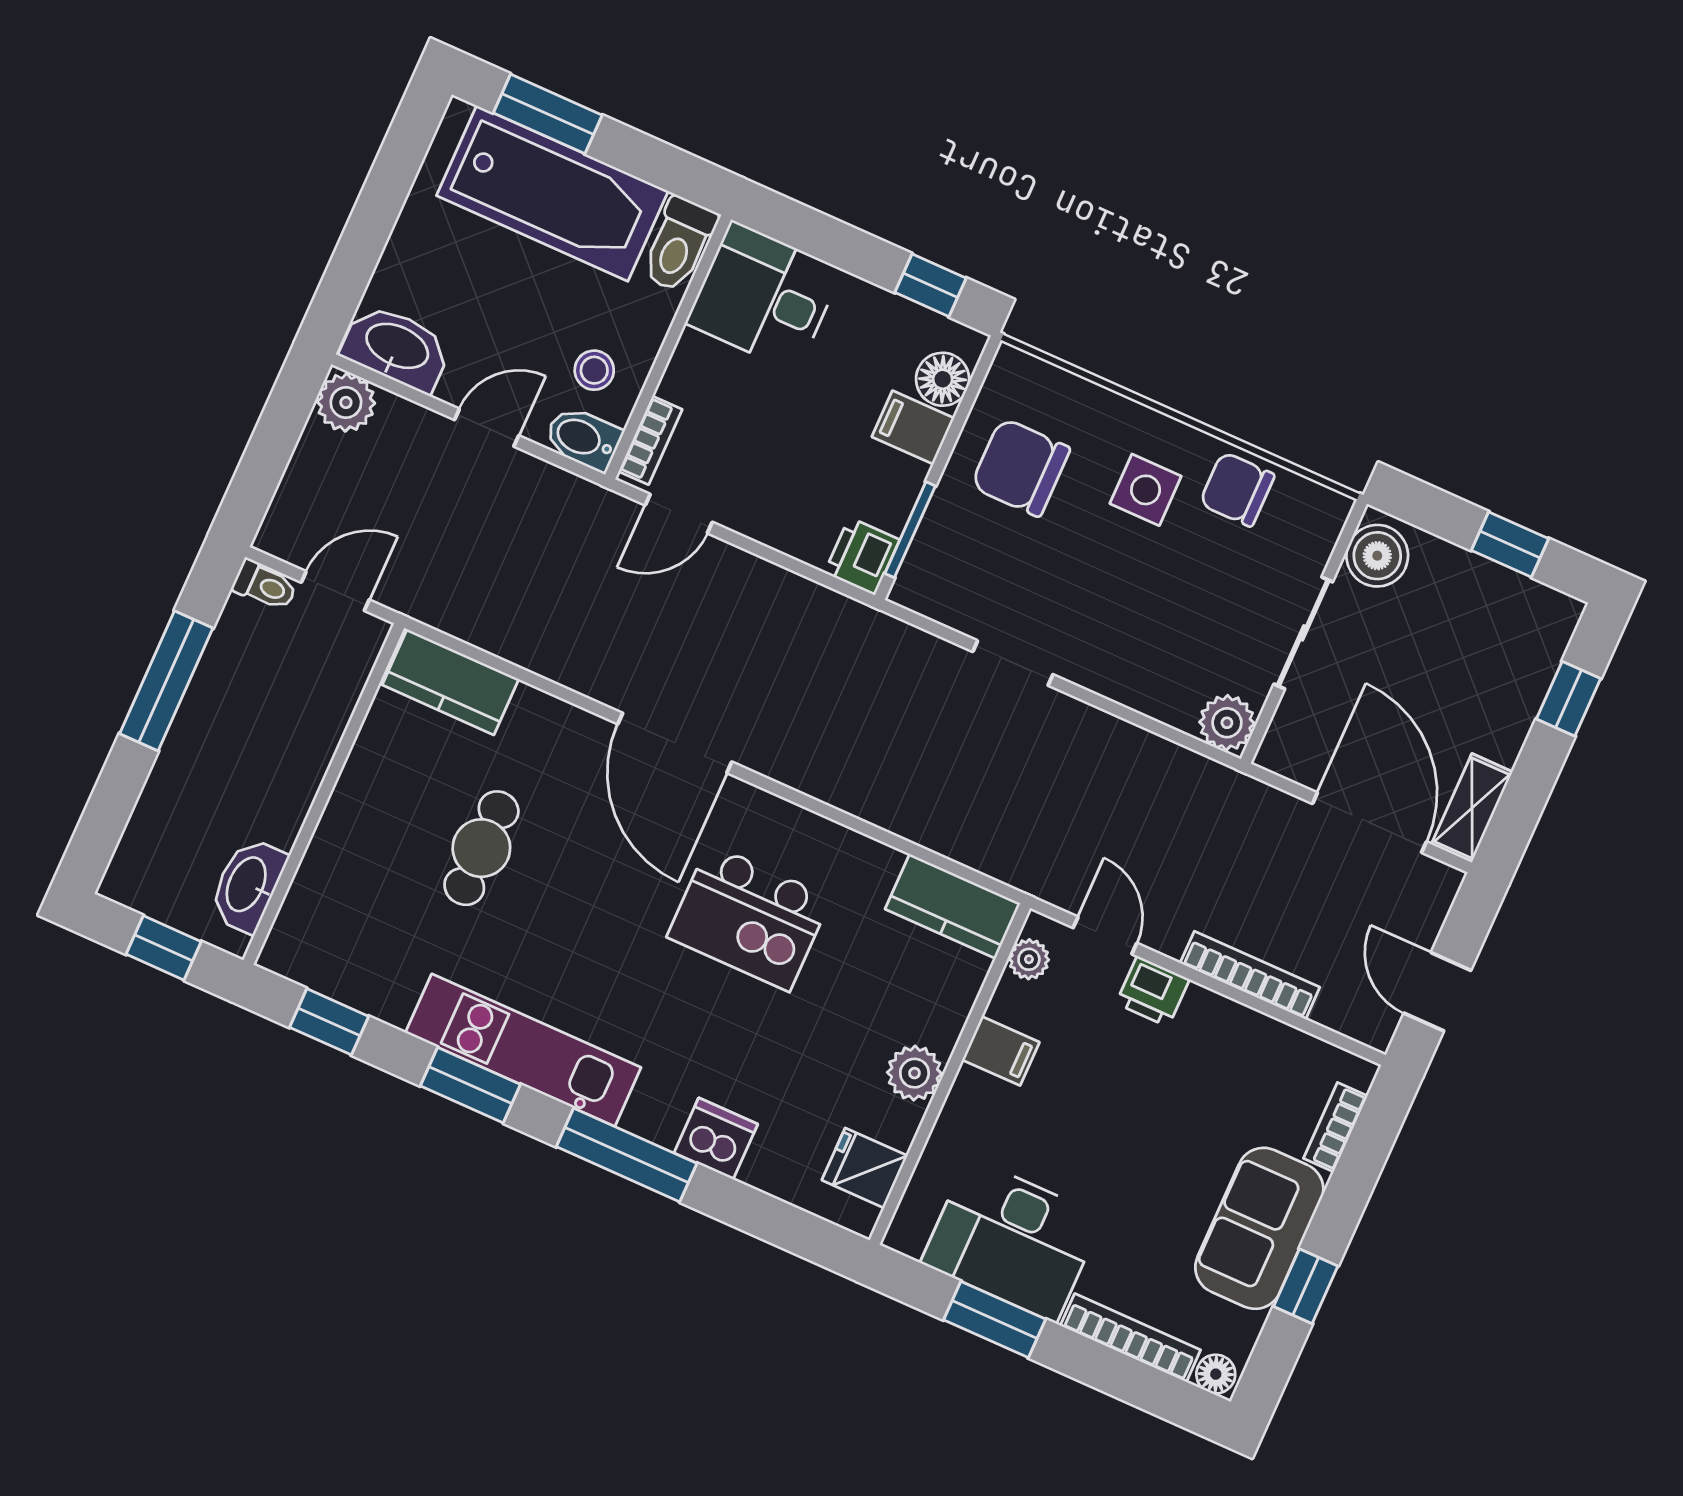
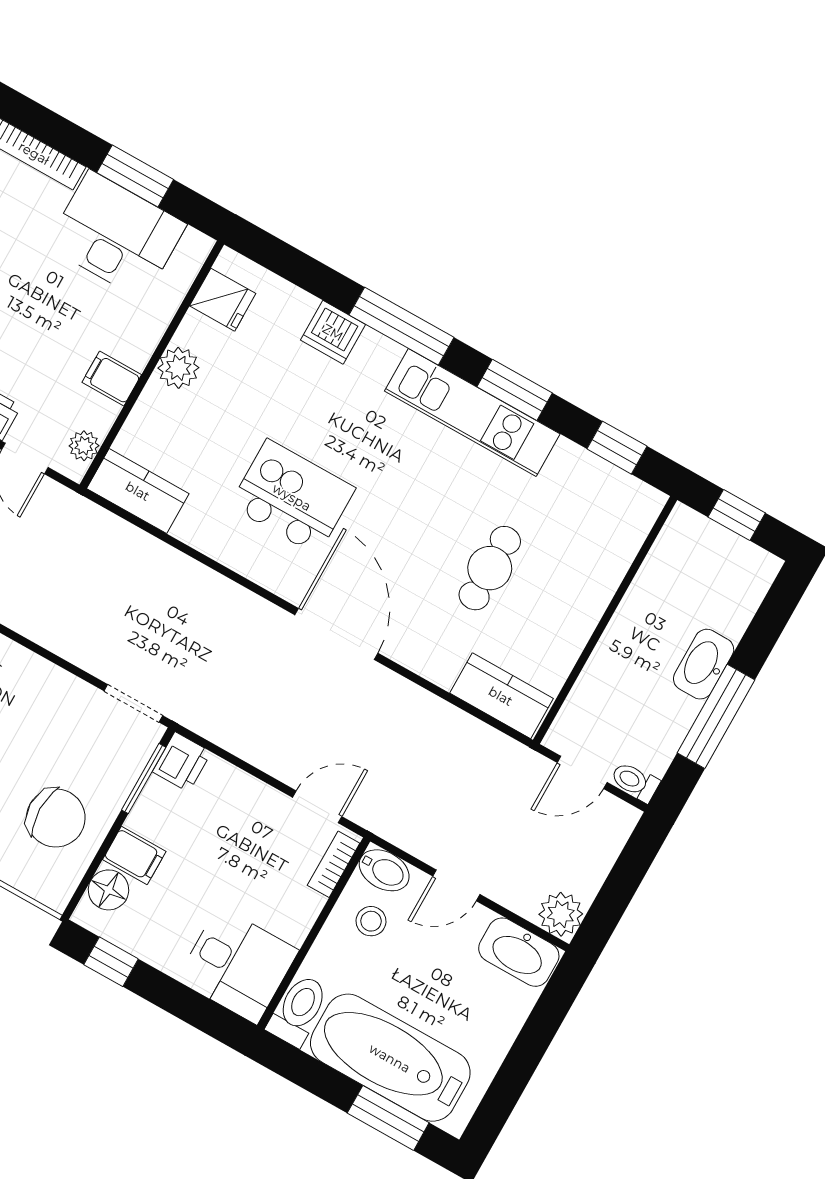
doorway: (1013, 663) -> (133, 703), moved
washbasin: (248, 885) -> (704, 664), moved, turned 180

